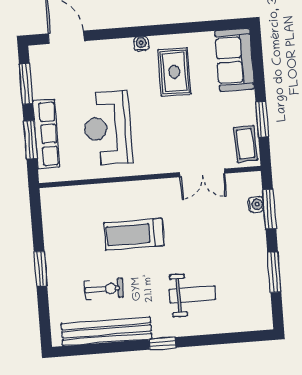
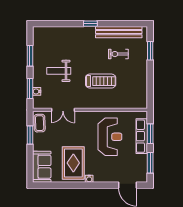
rug: (174, 72) -> (73, 163), width x1.36, depth x1.43
double door: (202, 173) -> (63, 110), swing flipped
window: (40, 269) -> (150, 51), moved
weight bench: (192, 294) -> (59, 71), moved

